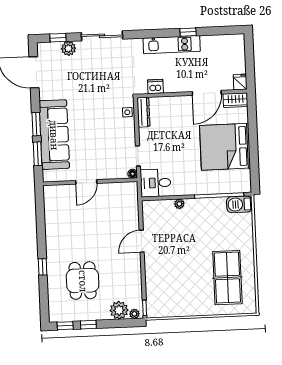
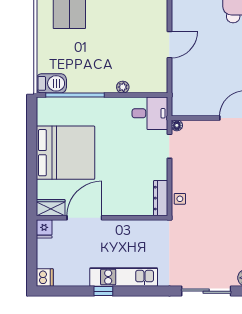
dishwasher: (155, 87) -> (45, 278), moved, turned -90

